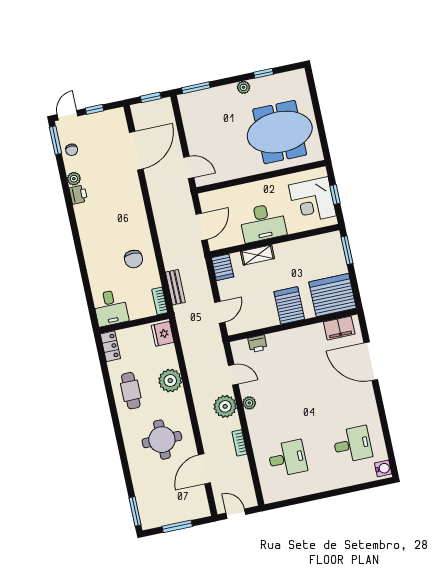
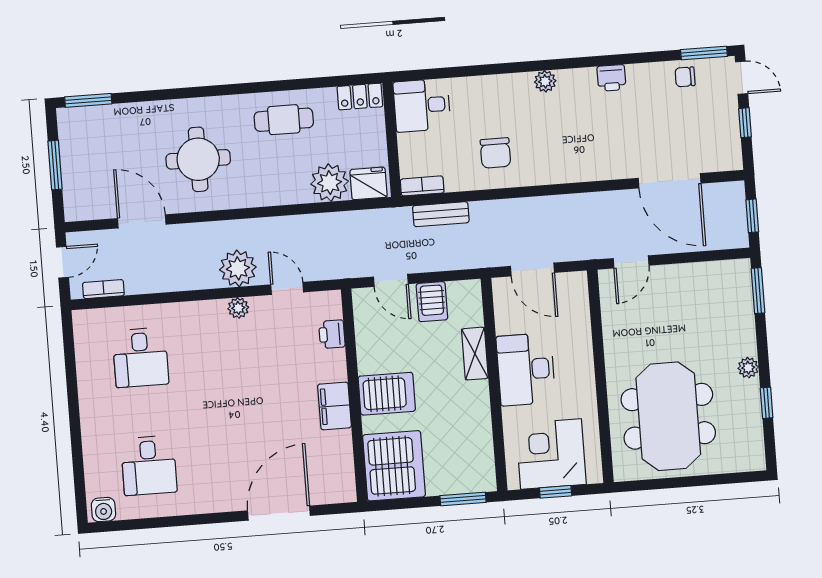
plant: (74, 179) -> (545, 81), moved
chair: (134, 259) -> (495, 153), turned -90
server rack: (223, 267) -> (432, 302), moved, turned -90
filing cabinet: (339, 328) -> (334, 406), moved
door: (233, 375) -> (287, 288), swing flipped
plant: (170, 381) -> (330, 183), moved
bookcase: (239, 443) -> (103, 289), moved

